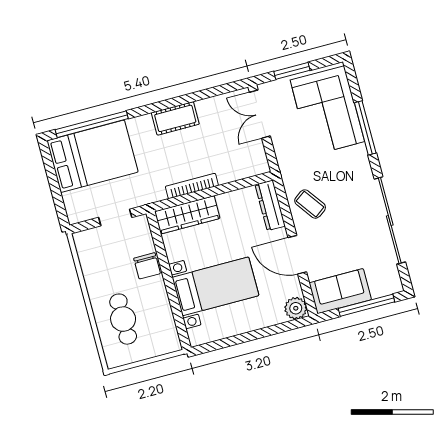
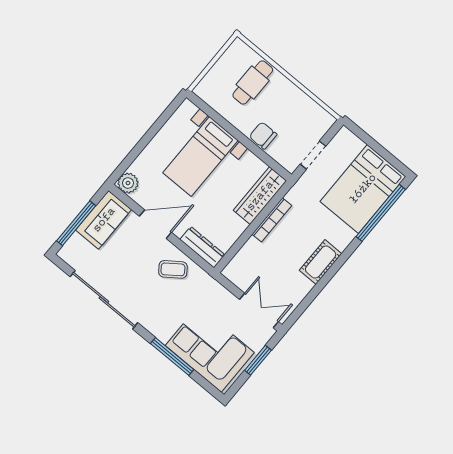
cafe table: (123, 319) -> (253, 82), turned 90

